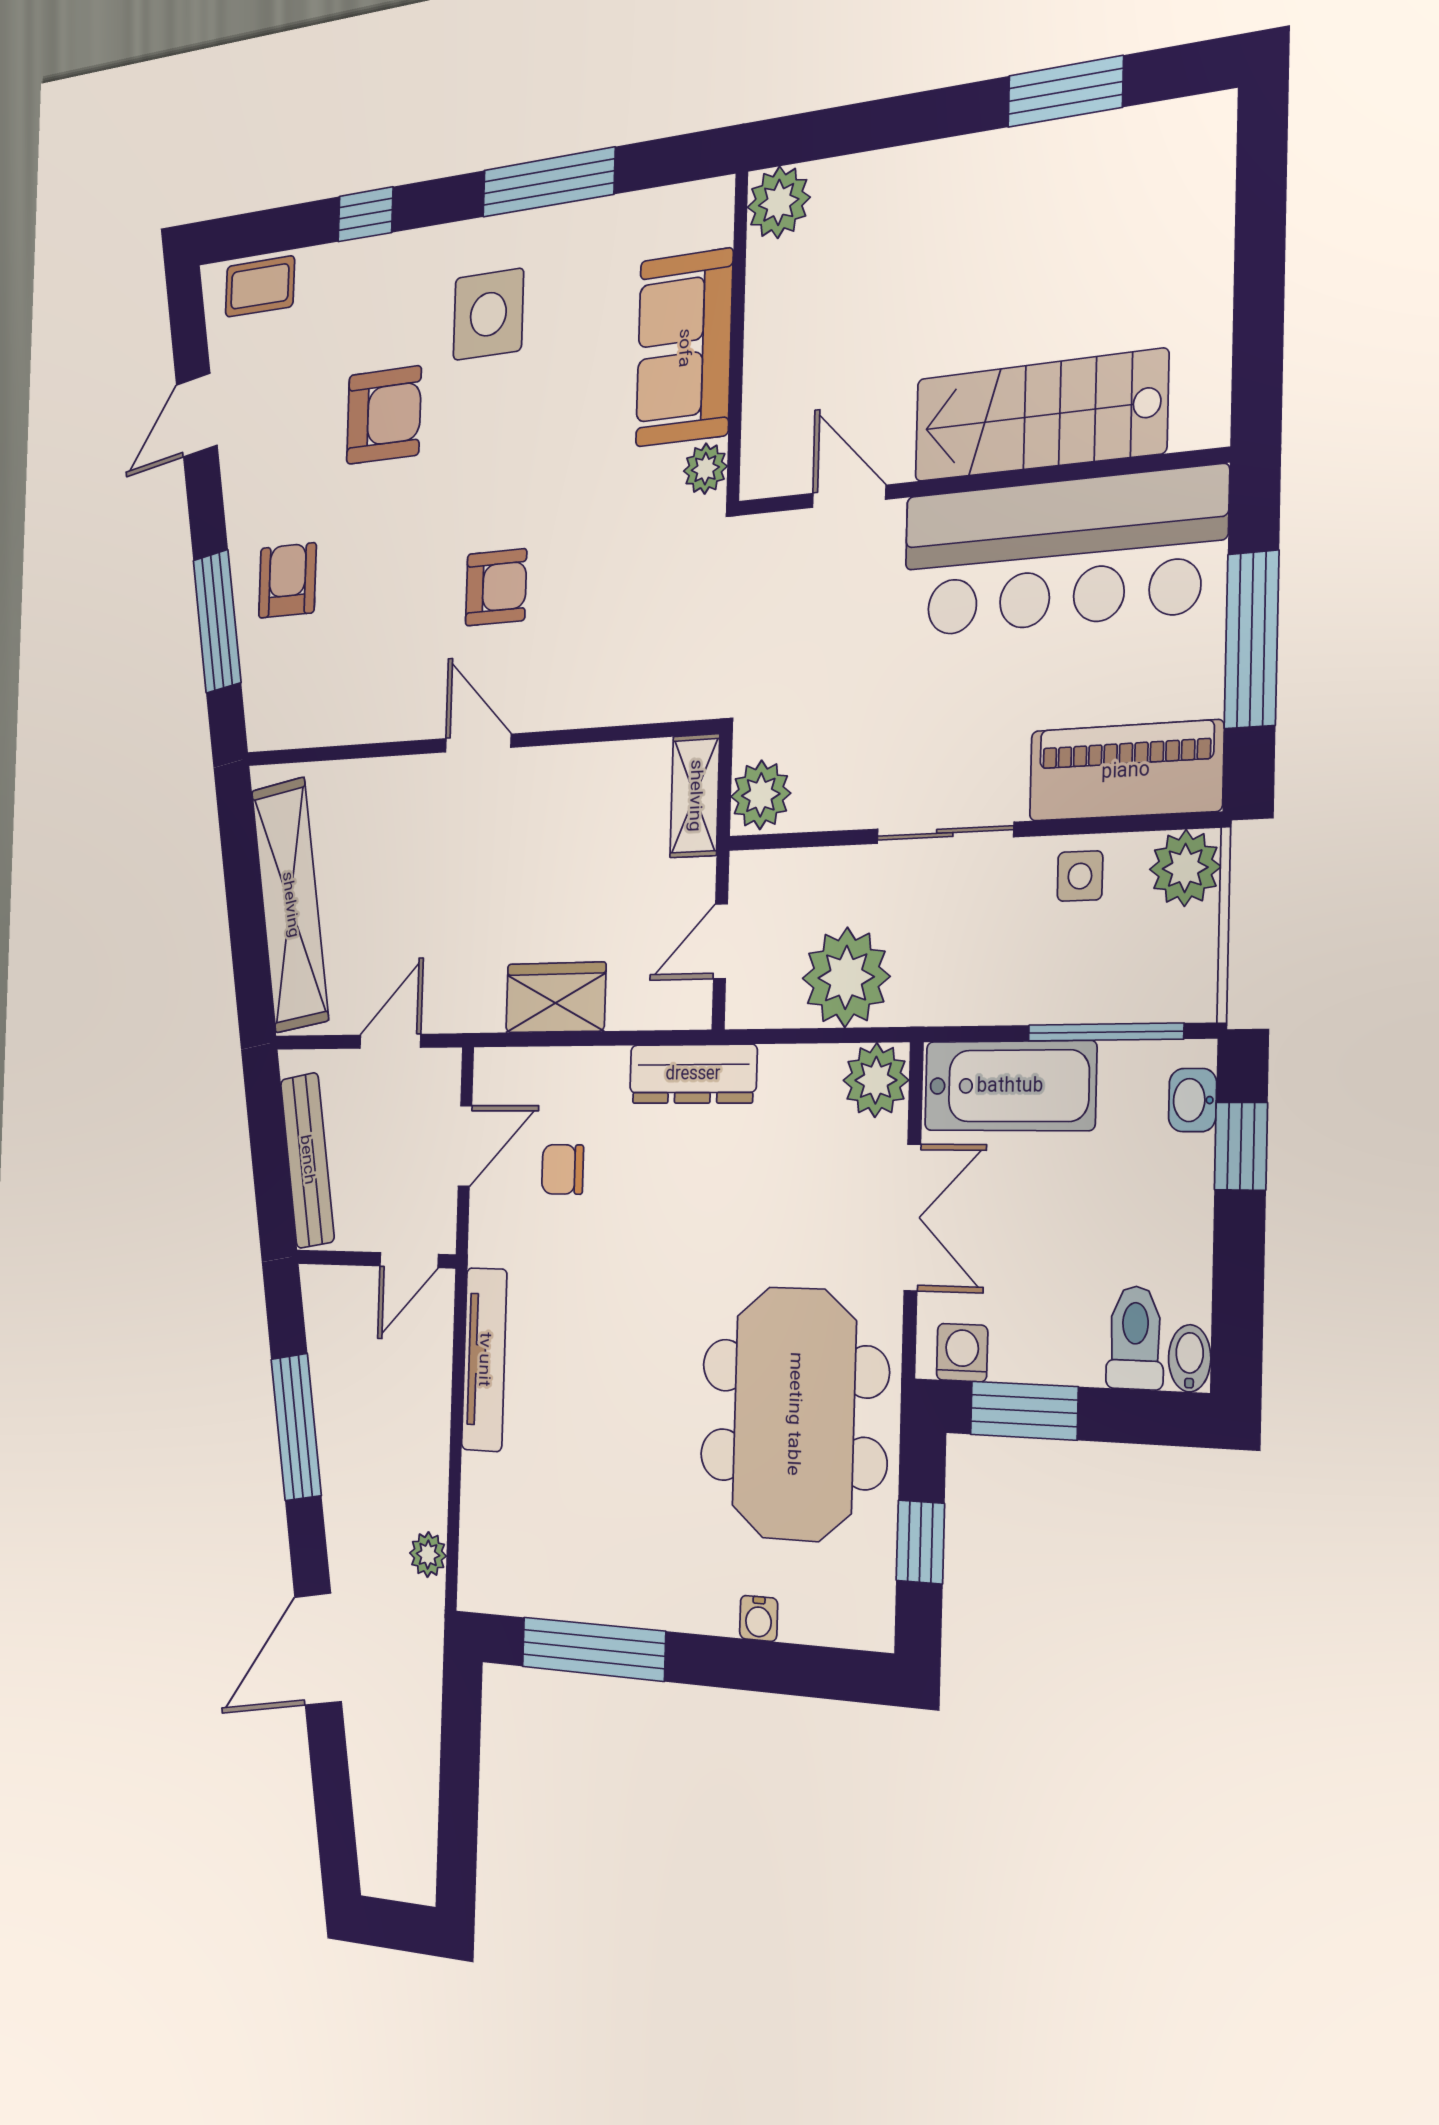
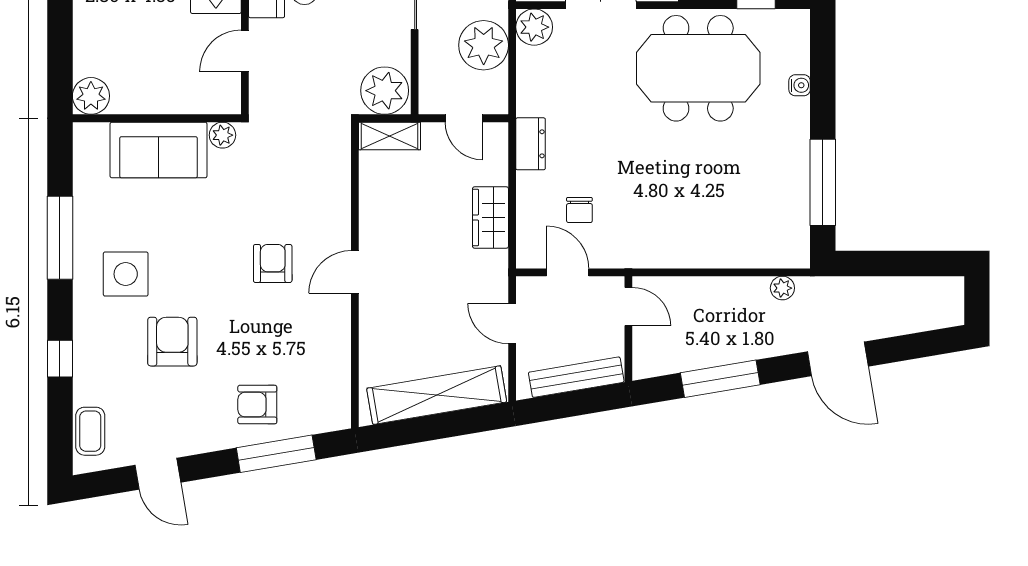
plant: (761, 795) -> (385, 91), width x1.36, depth x1.36
dresser: (693, 1074) -> (531, 144), width x0.70
tv unit: (484, 1359) -> (679, 256), removed

